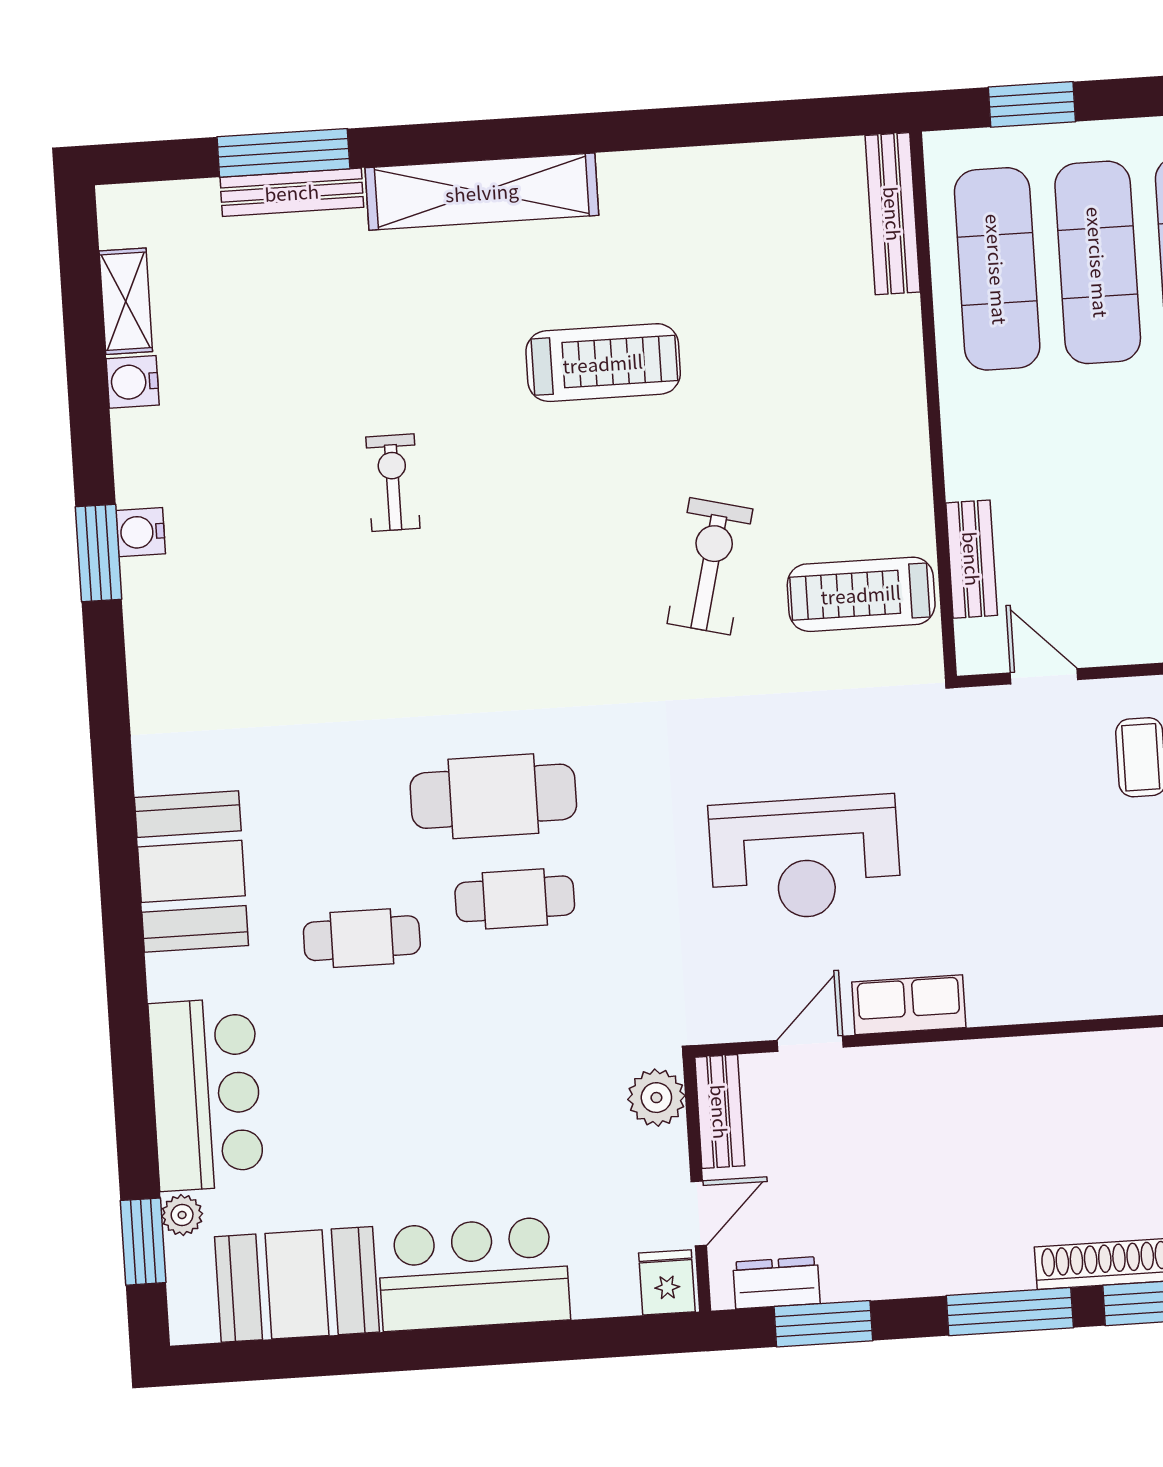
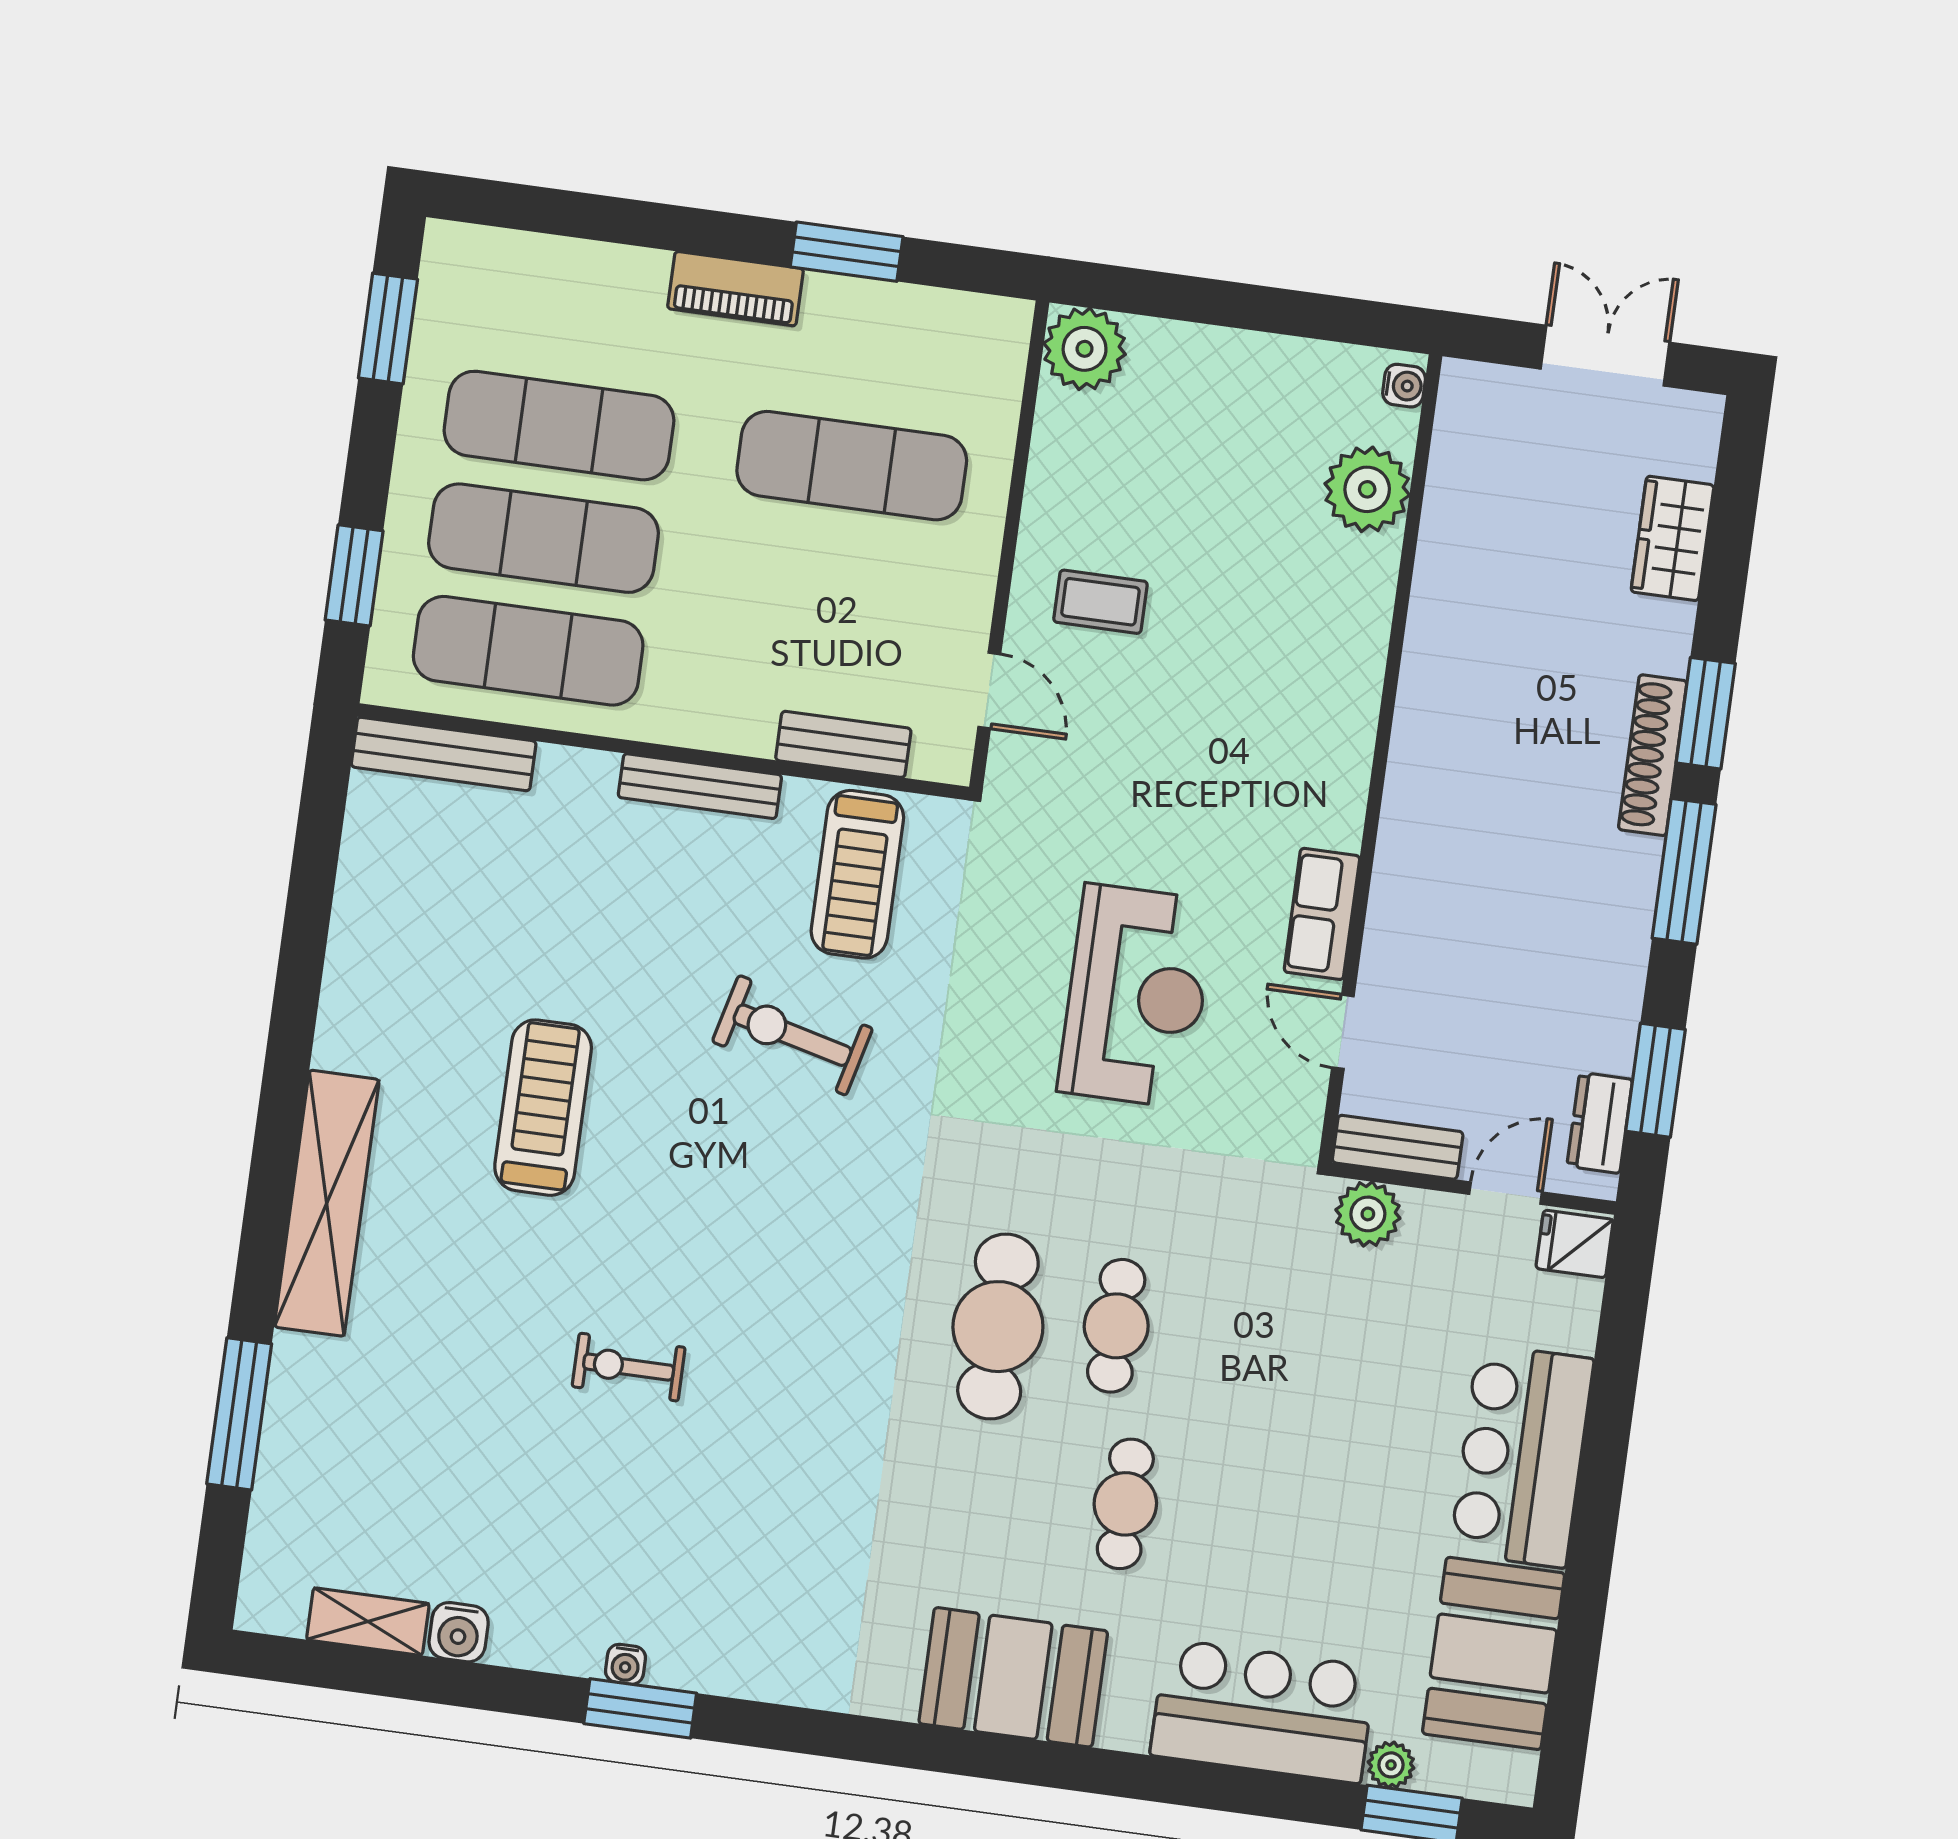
bench: (292, 192) -> (700, 786), moved, turned 90
water cooler: (141, 532) -> (625, 1664), width x0.72, depth x0.72
door: (1044, 676) -> (989, 691), swing flipped
door: (699, 1213) -> (1506, 1193), hinge flipped

